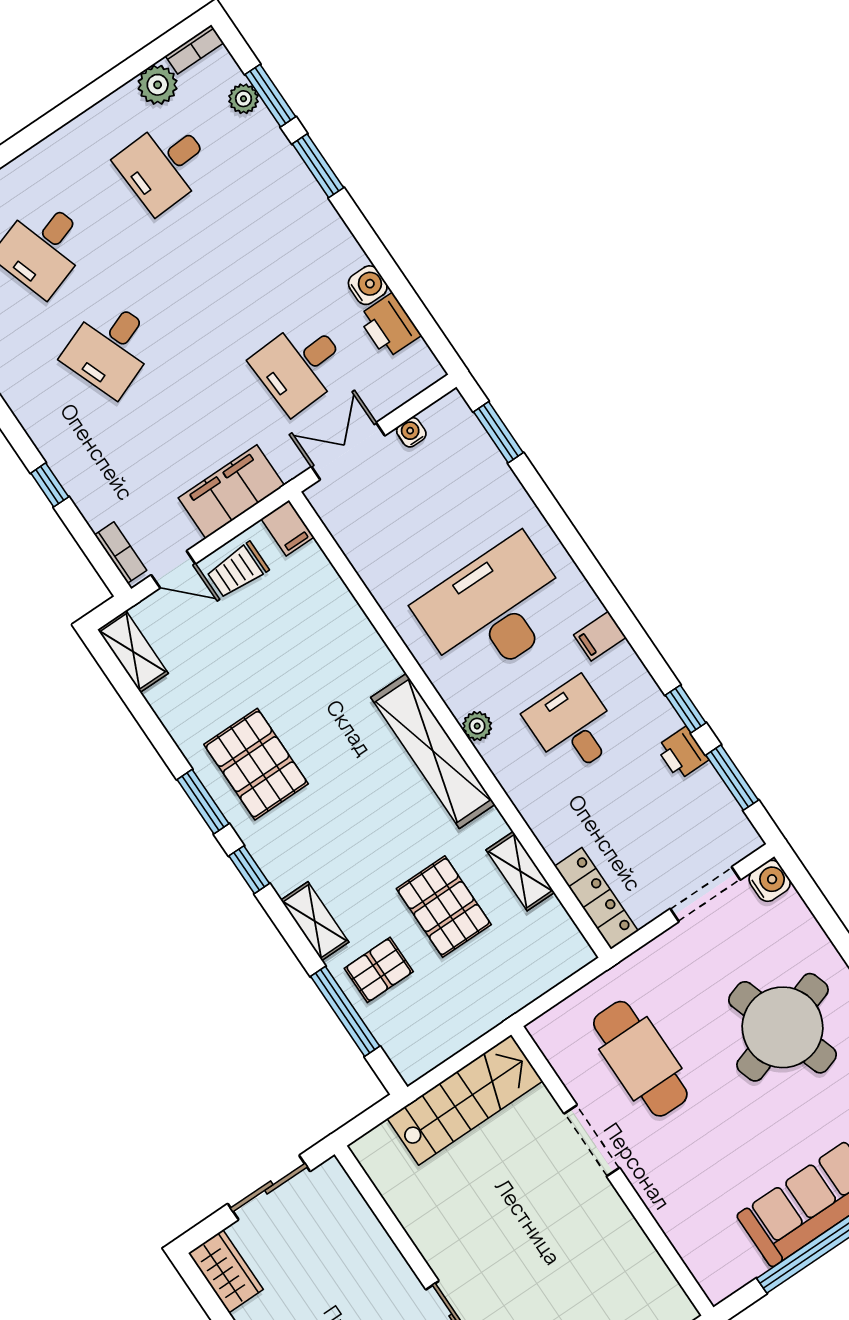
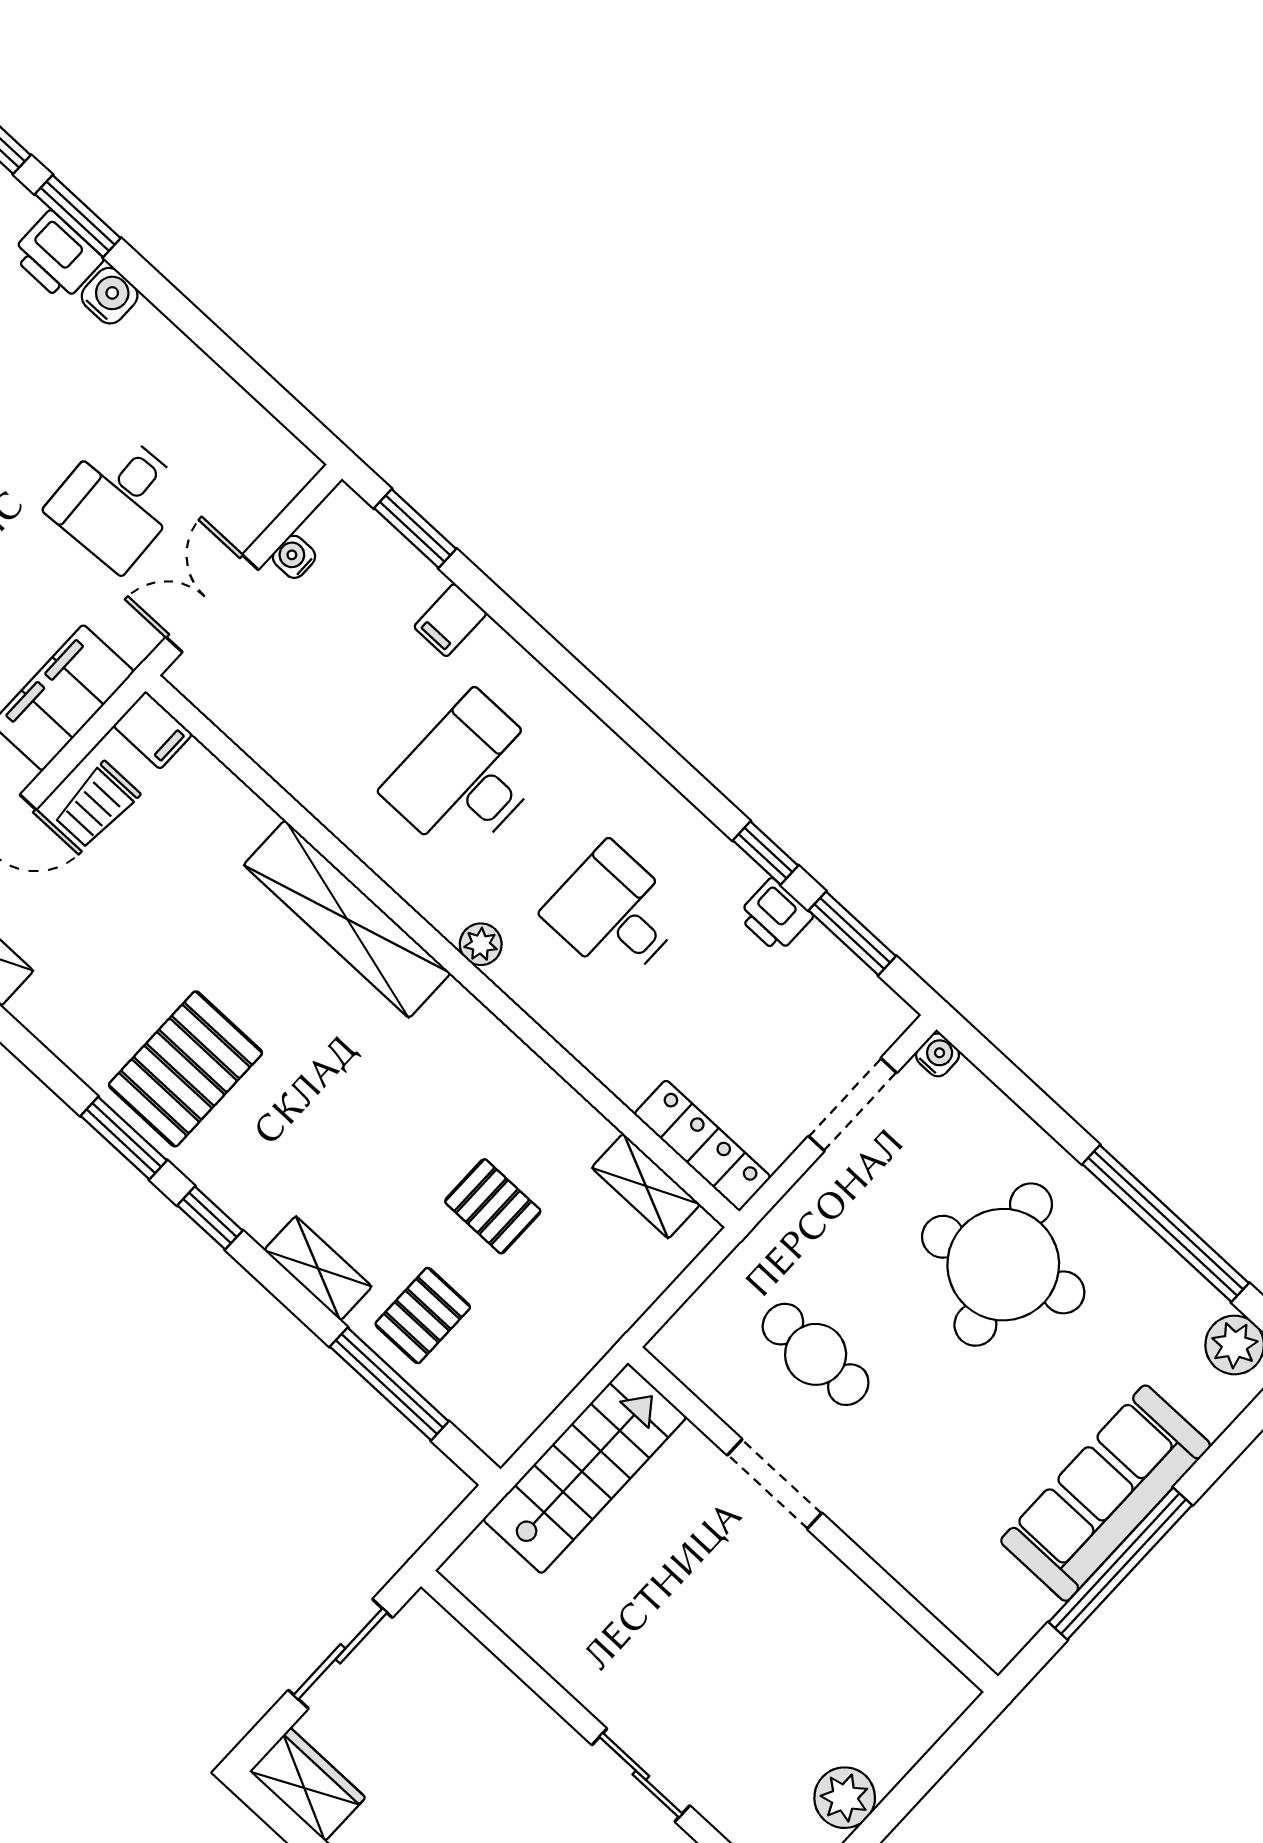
water cooler: (368, 285) -> (110, 296), moved
printer: (389, 326) -> (57, 257), moved
desk: (494, 610) -> (467, 777), width x0.73, depth x0.77
filing cabinet: (600, 636) -> (450, 620), moved
shelving: (433, 751) -> (347, 919), moved
pallet: (256, 764) -> (185, 1069), turned 90
shelving: (520, 871) -> (646, 1186), moved
water cooler: (770, 881) -> (938, 1055), width x0.72, depth x0.72
pallet: (444, 907) -> (493, 1206), width x0.67, depth x0.71
cafe table: (640, 1059) -> (816, 1354), width x0.73, depth x0.74

